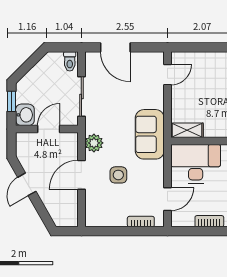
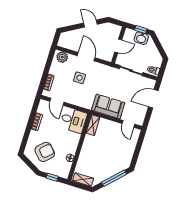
washbasin: (25, 115) -> (141, 38), moved
door: (49, 129) -> (118, 46), hinge flipped
sofa: (150, 134) -> (108, 106), moved
plant: (94, 143) -> (62, 57), moved
desk: (196, 164) -> (73, 120), width x0.73

